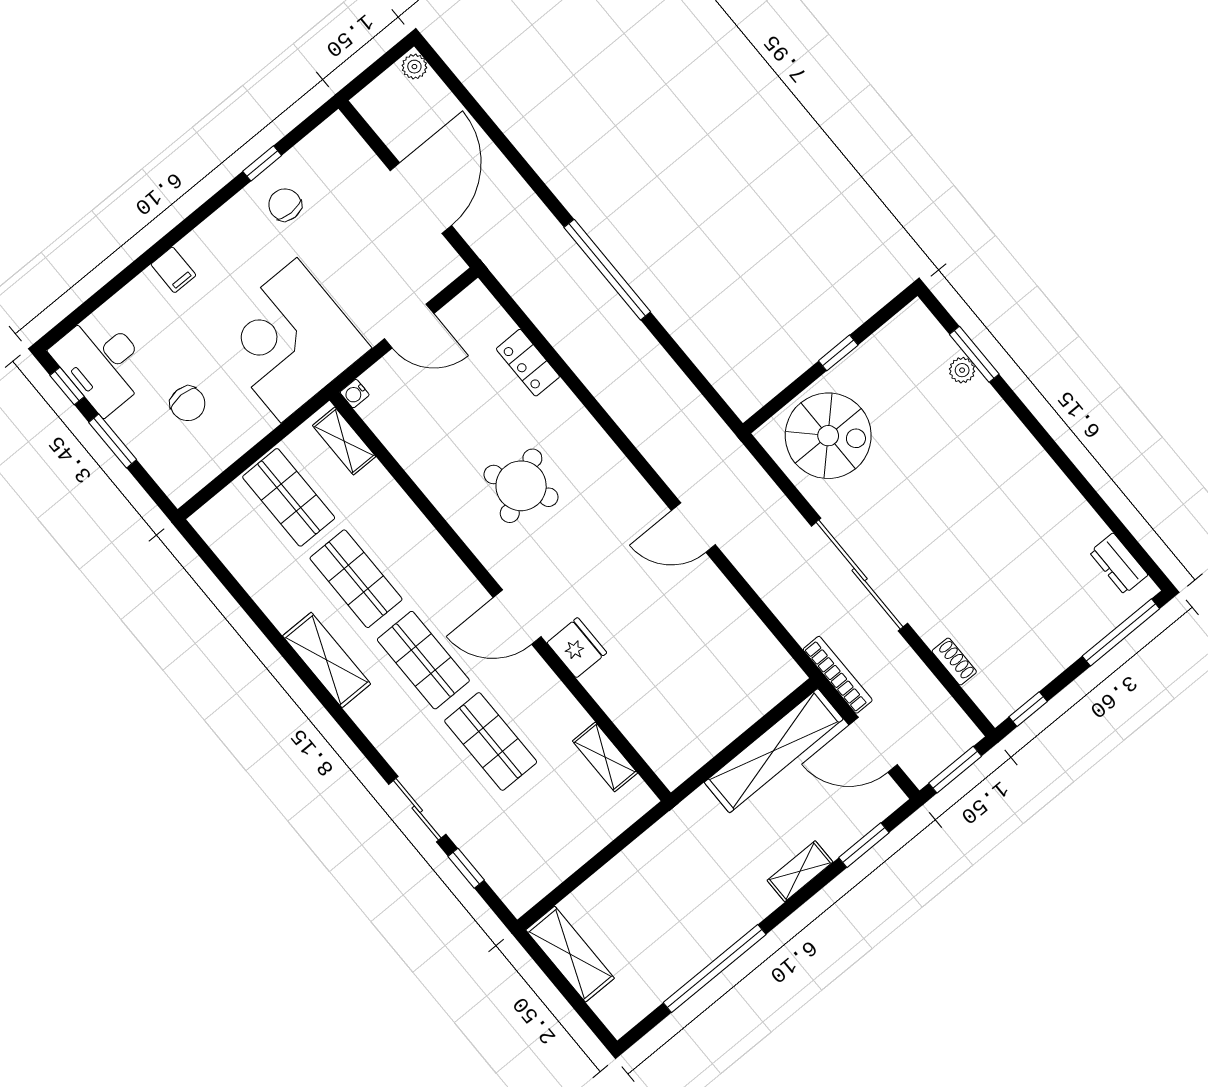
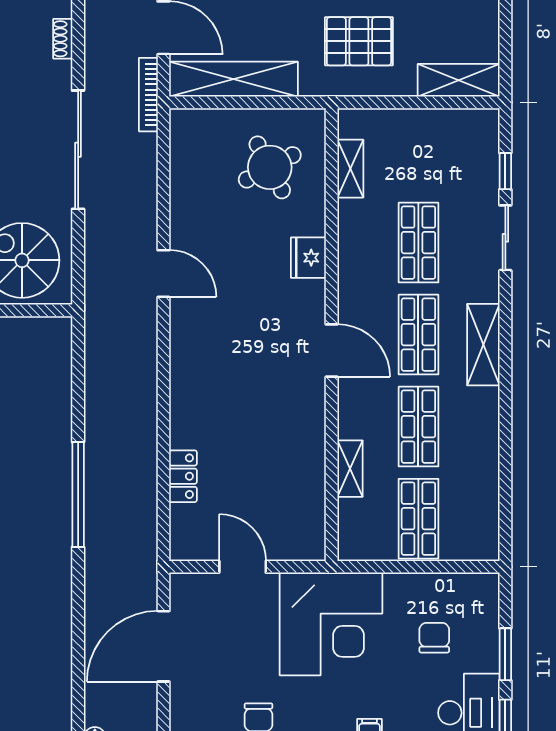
water cooler: (355, 394) -> (317, 552), removed
shelving: (344, 441) -> (350, 469), moved
round table: (521, 486) -> (270, 167), moved
door: (517, 617) -> (332, 351), moved
shelving: (327, 660) -> (483, 345), moved
pallet: (690, 876) -> (359, 41), added
shelving: (570, 954) -> (459, 80), moved, turned 90

